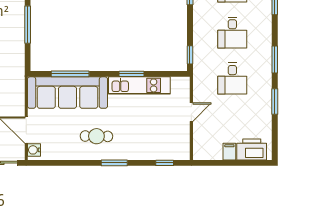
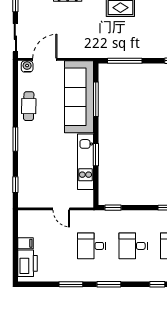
window: (28, 25) -> (125, 61), moved
cafe table: (96, 136) -> (29, 106), moved

